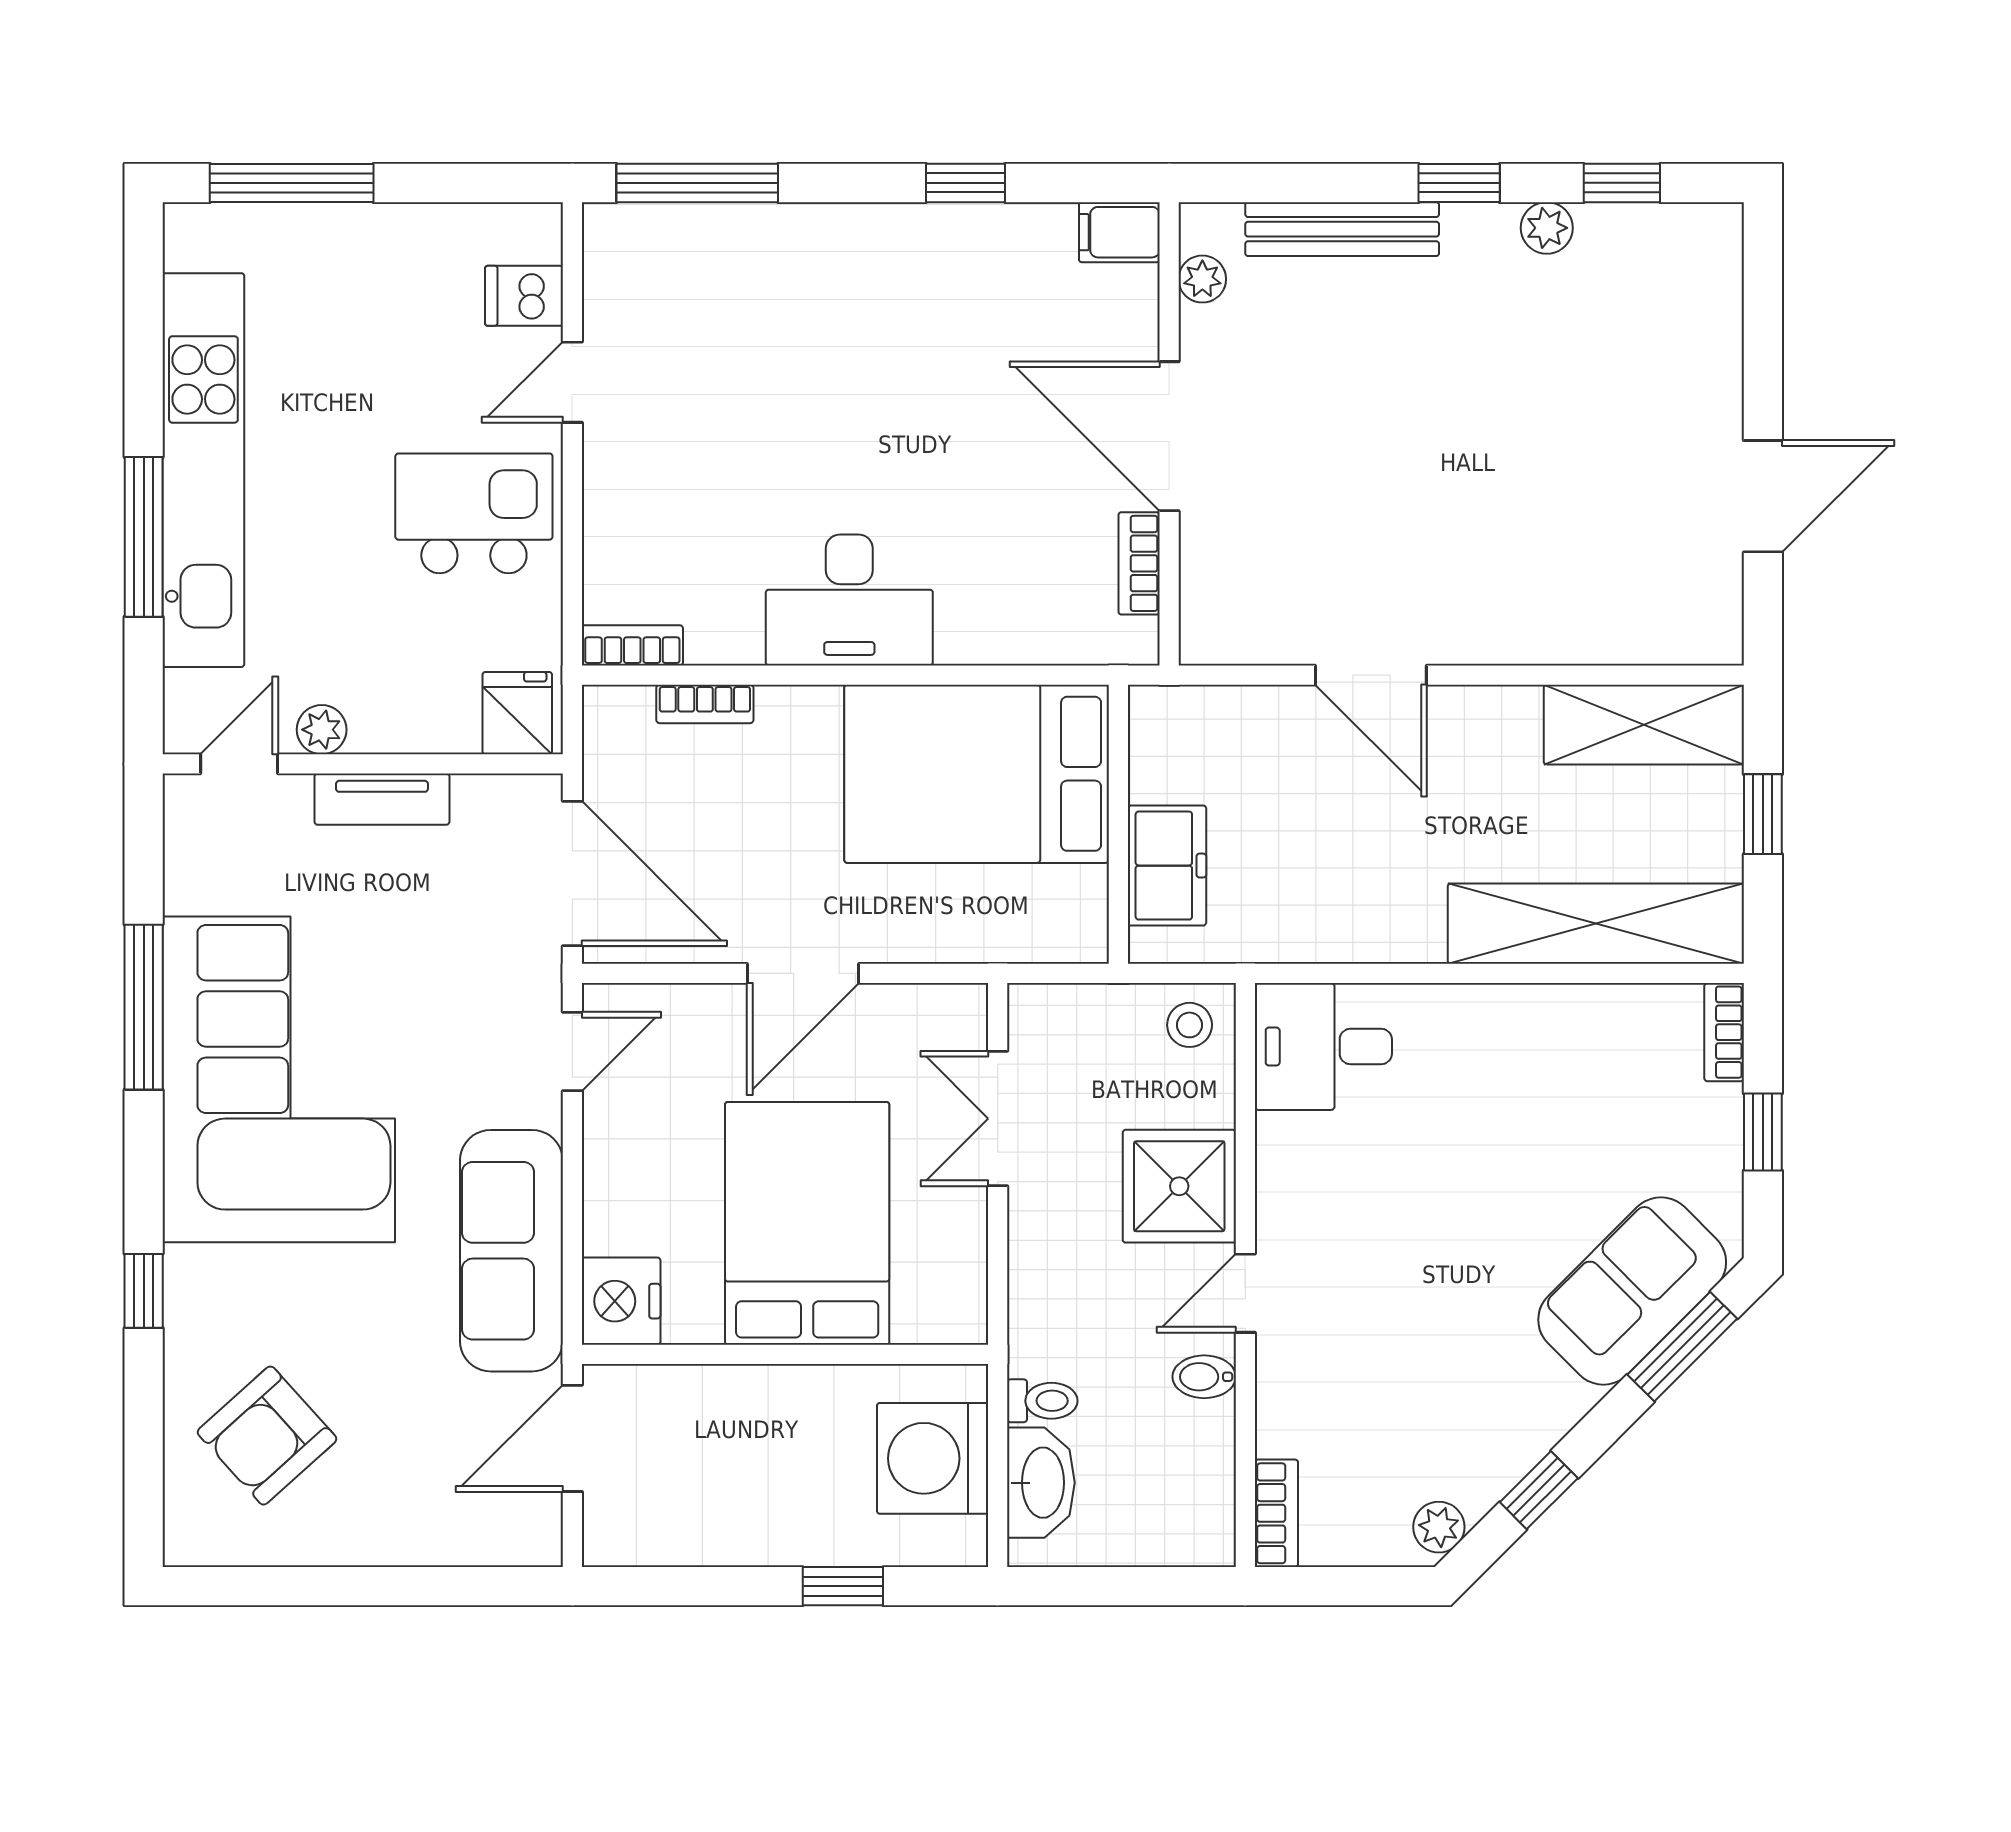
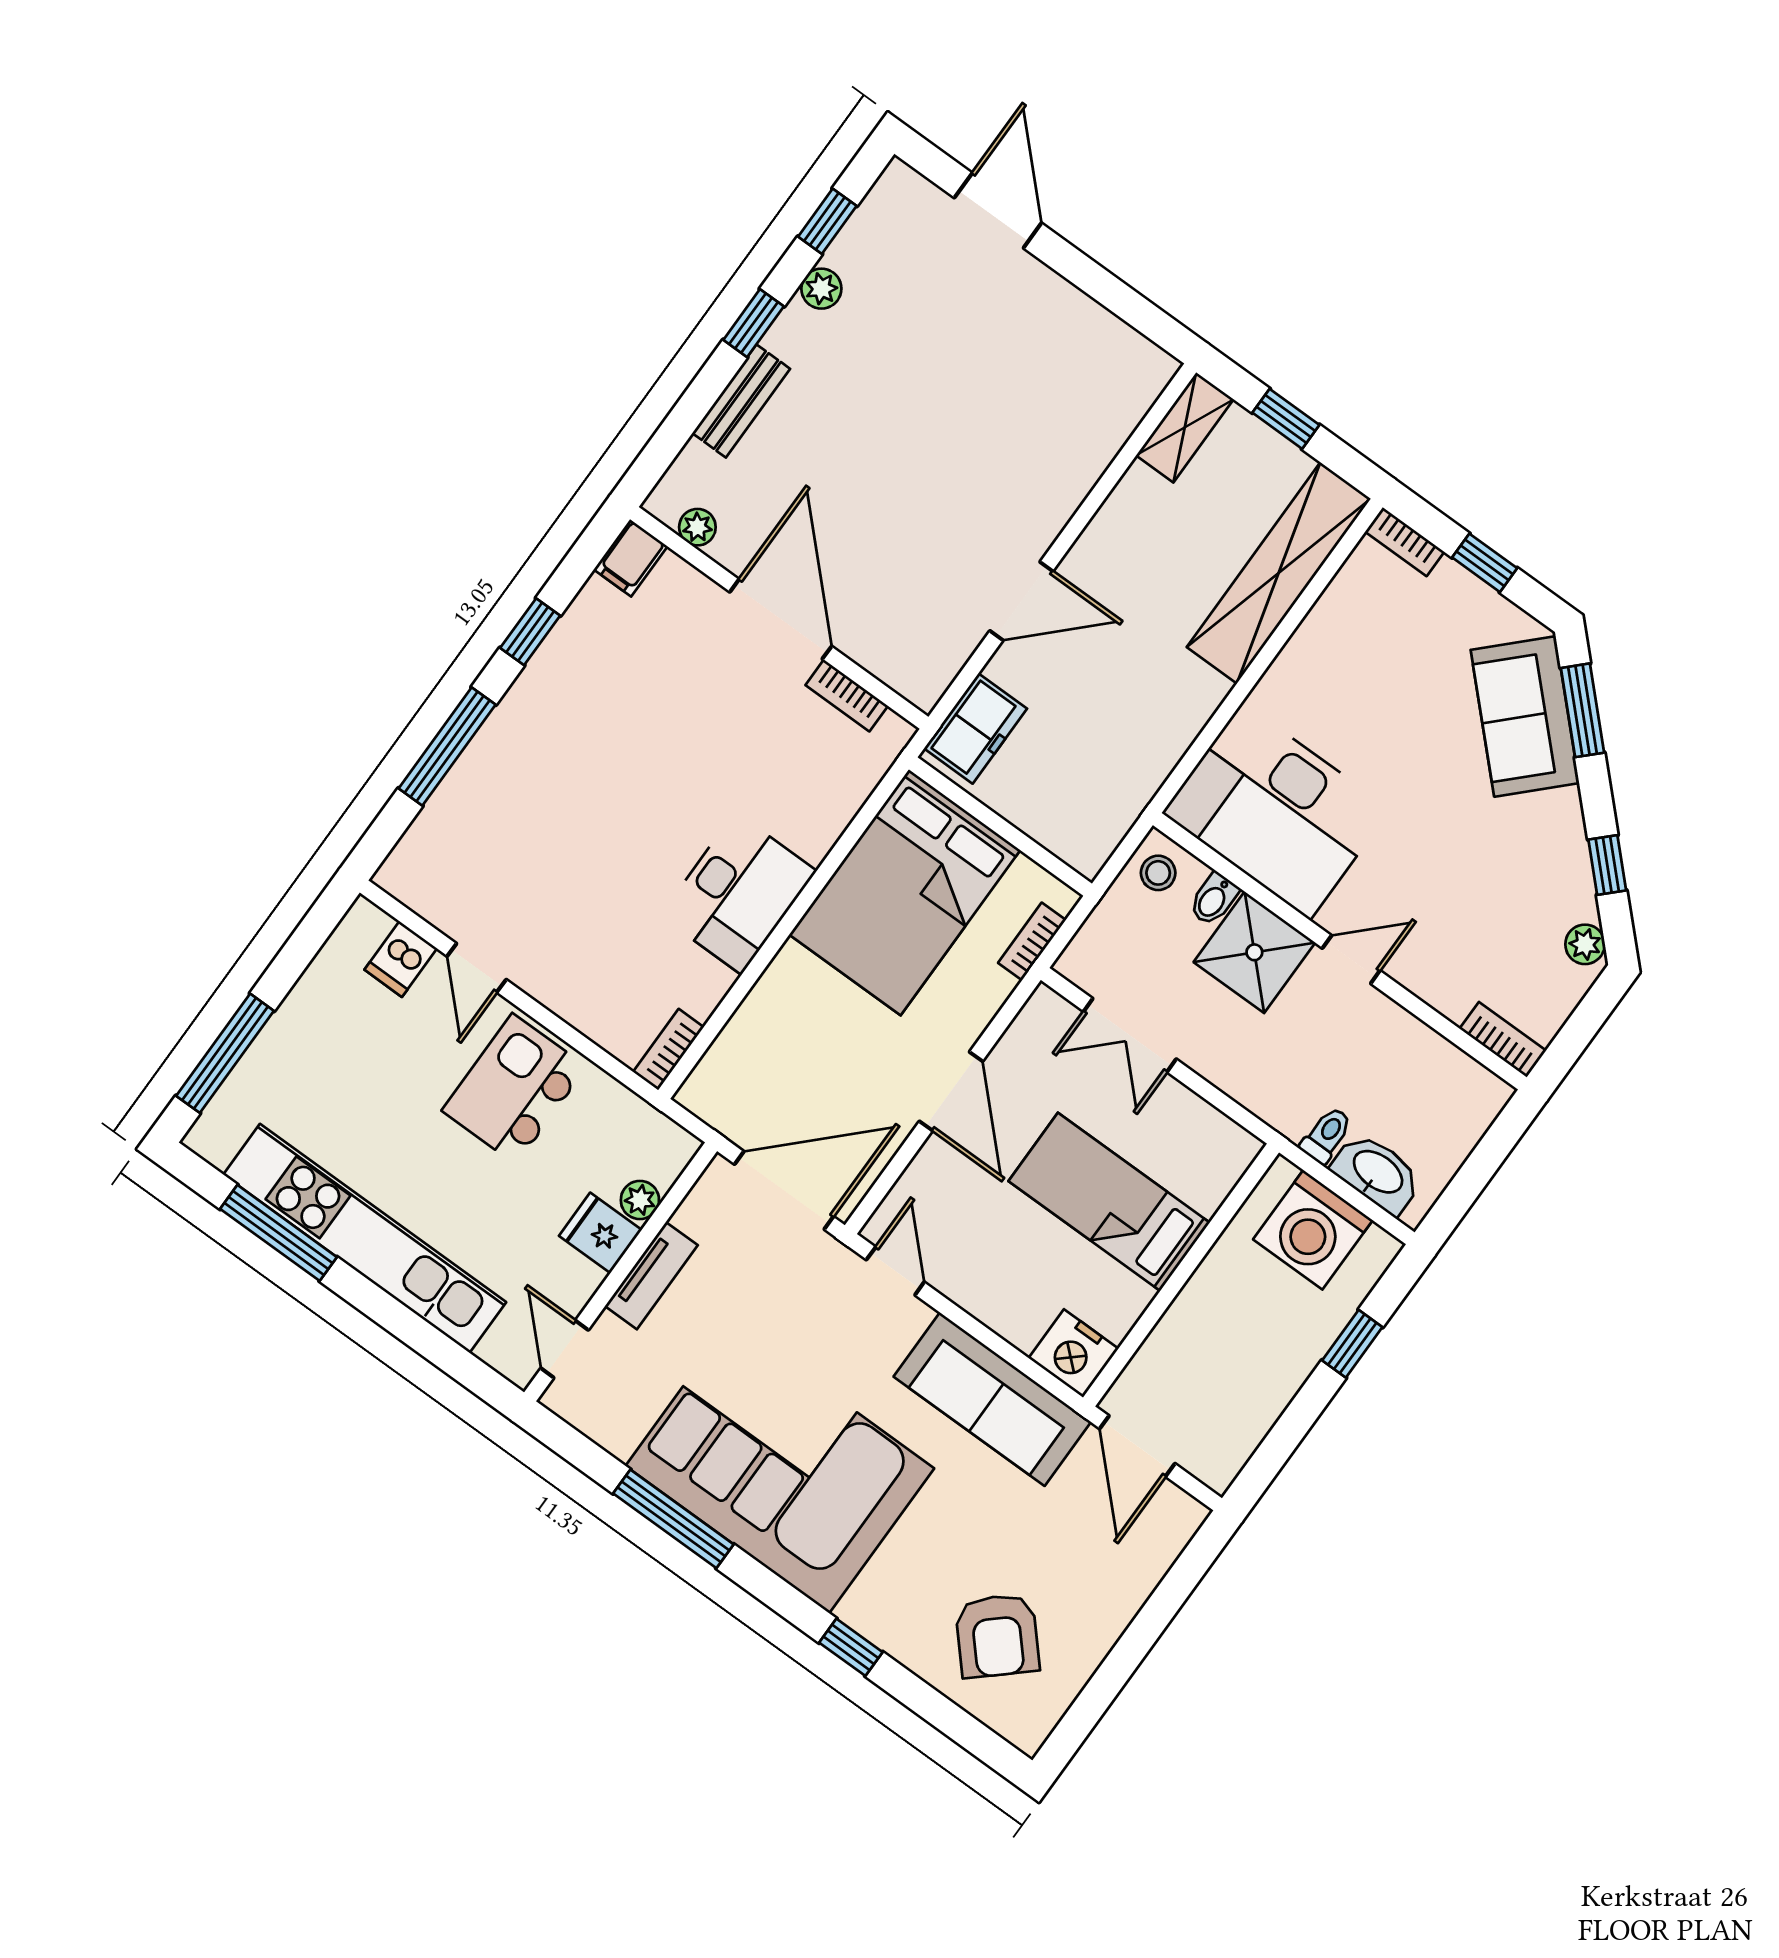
window: (697, 183) -> (447, 747), moved
bench: (1342, 229) -> (741, 401), width x0.73
door: (1169, 436) -> (781, 619), swing flipped
door: (1763, 496) -> (998, 210), moved
window: (144, 537) -> (278, 1233), moved
bookcase: (705, 704) -> (1032, 941), moved, turned 180
fridge: (517, 713) -> (600, 1233), moved
shelving: (1644, 725) -> (1185, 427), width x0.67, depth x0.75
plant: (322, 730) -> (640, 1200), moved
freezer: (1167, 866) -> (975, 729), moved, turned 90
desk: (1323, 1047) -> (1276, 811), width x1.87, depth x1.30
bed: (807, 1223) -> (1109, 1202), width x0.67
door: (1245, 1293) -> (1351, 959), swing flipped
bidet: (1204, 1377) -> (1214, 899), moved

